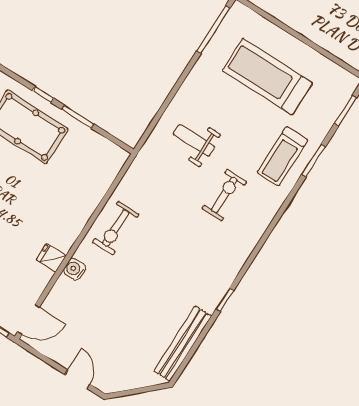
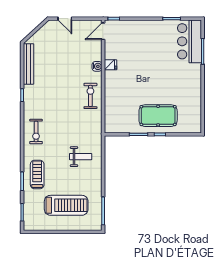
exercise bike: (224, 195) -> (36, 131), moved

